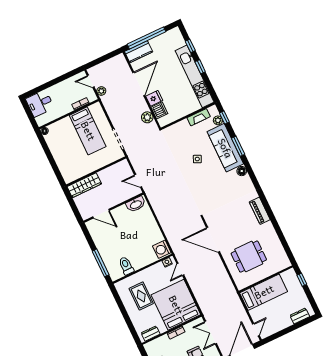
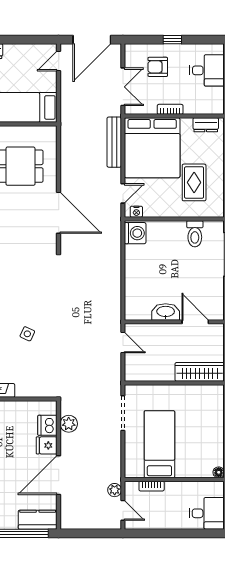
washbasin: (136, 204) -> (166, 312), moved
bench: (200, 297) -> (114, 142), added

